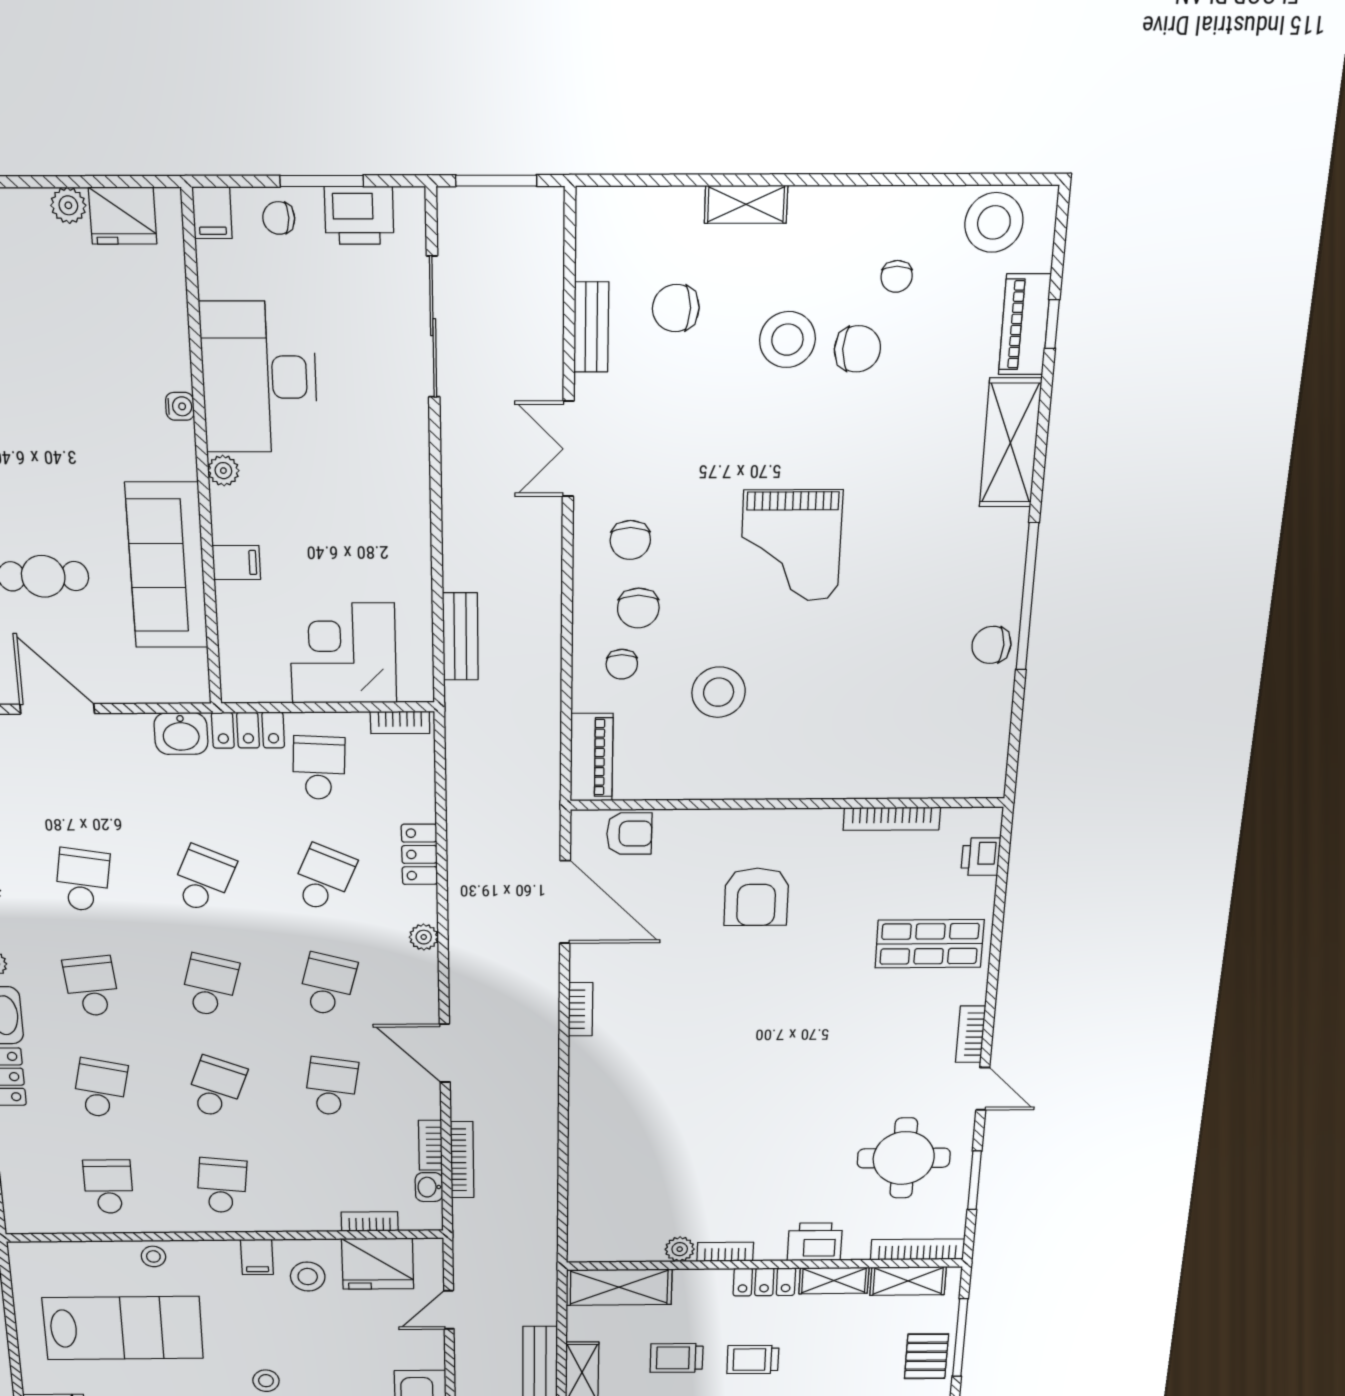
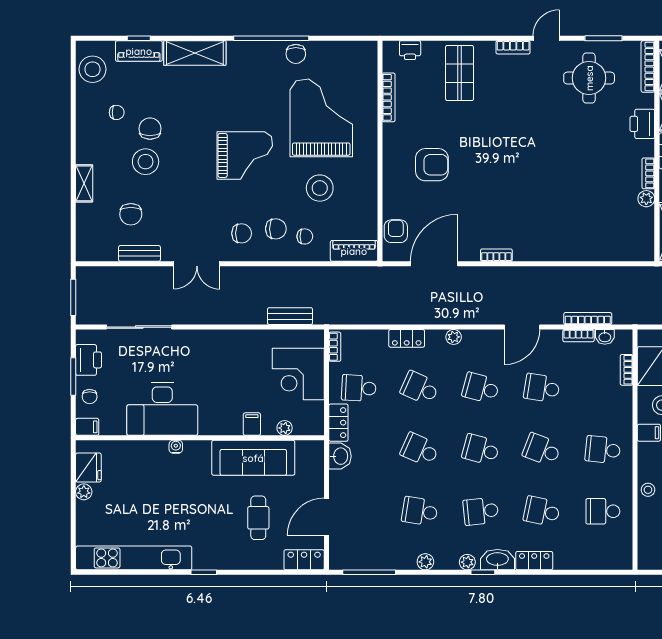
plant: (223, 471) -> (285, 428), moved
grand piano: (859, 694) -> (321, 118), added

